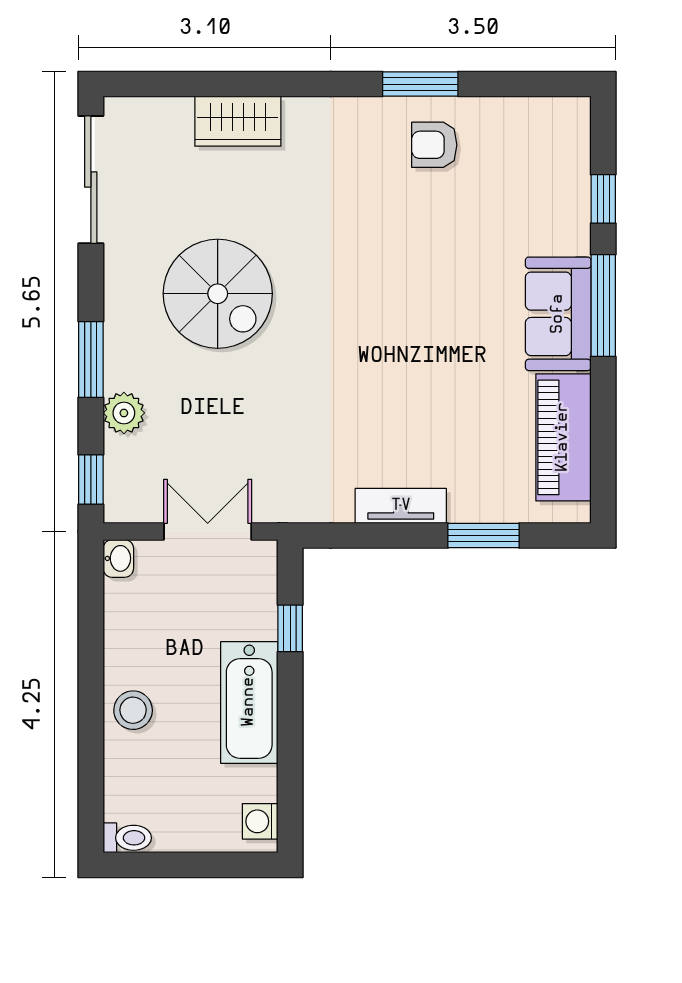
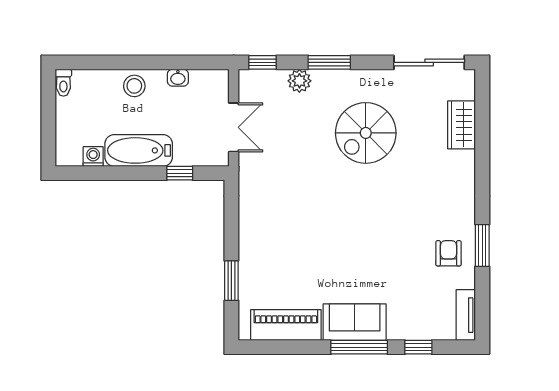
wardrobe: (238, 121) -> (462, 125), moved
tv unit: (401, 506) -> (466, 315), moved, turned 180
washbasin: (118, 558) -> (178, 78), moved
washing machine: (260, 821) -> (93, 157), moved

